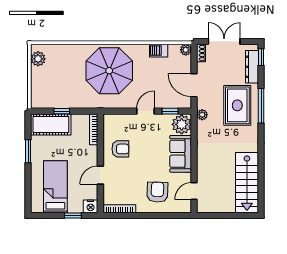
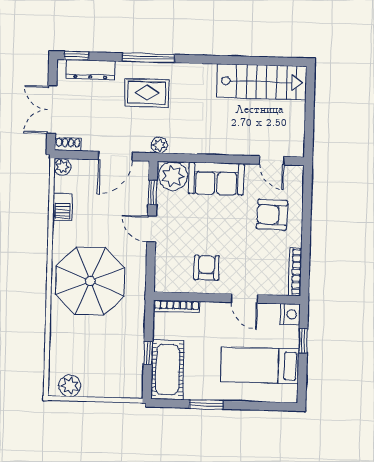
rug: (237, 105) -> (147, 93), width x0.73, depth x0.70

